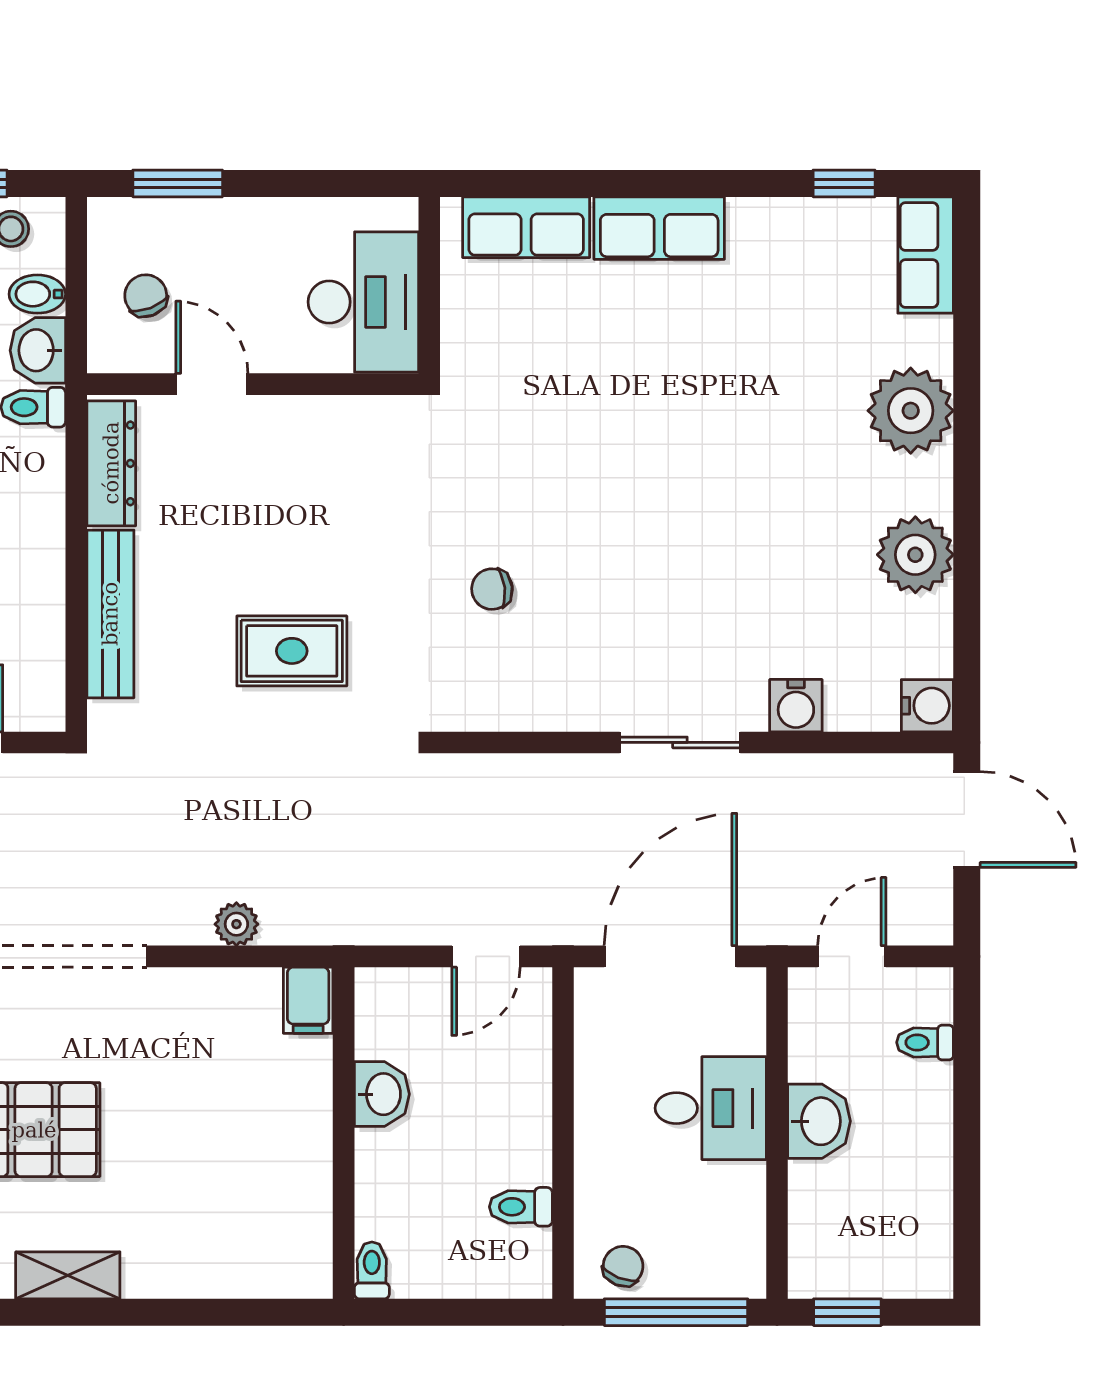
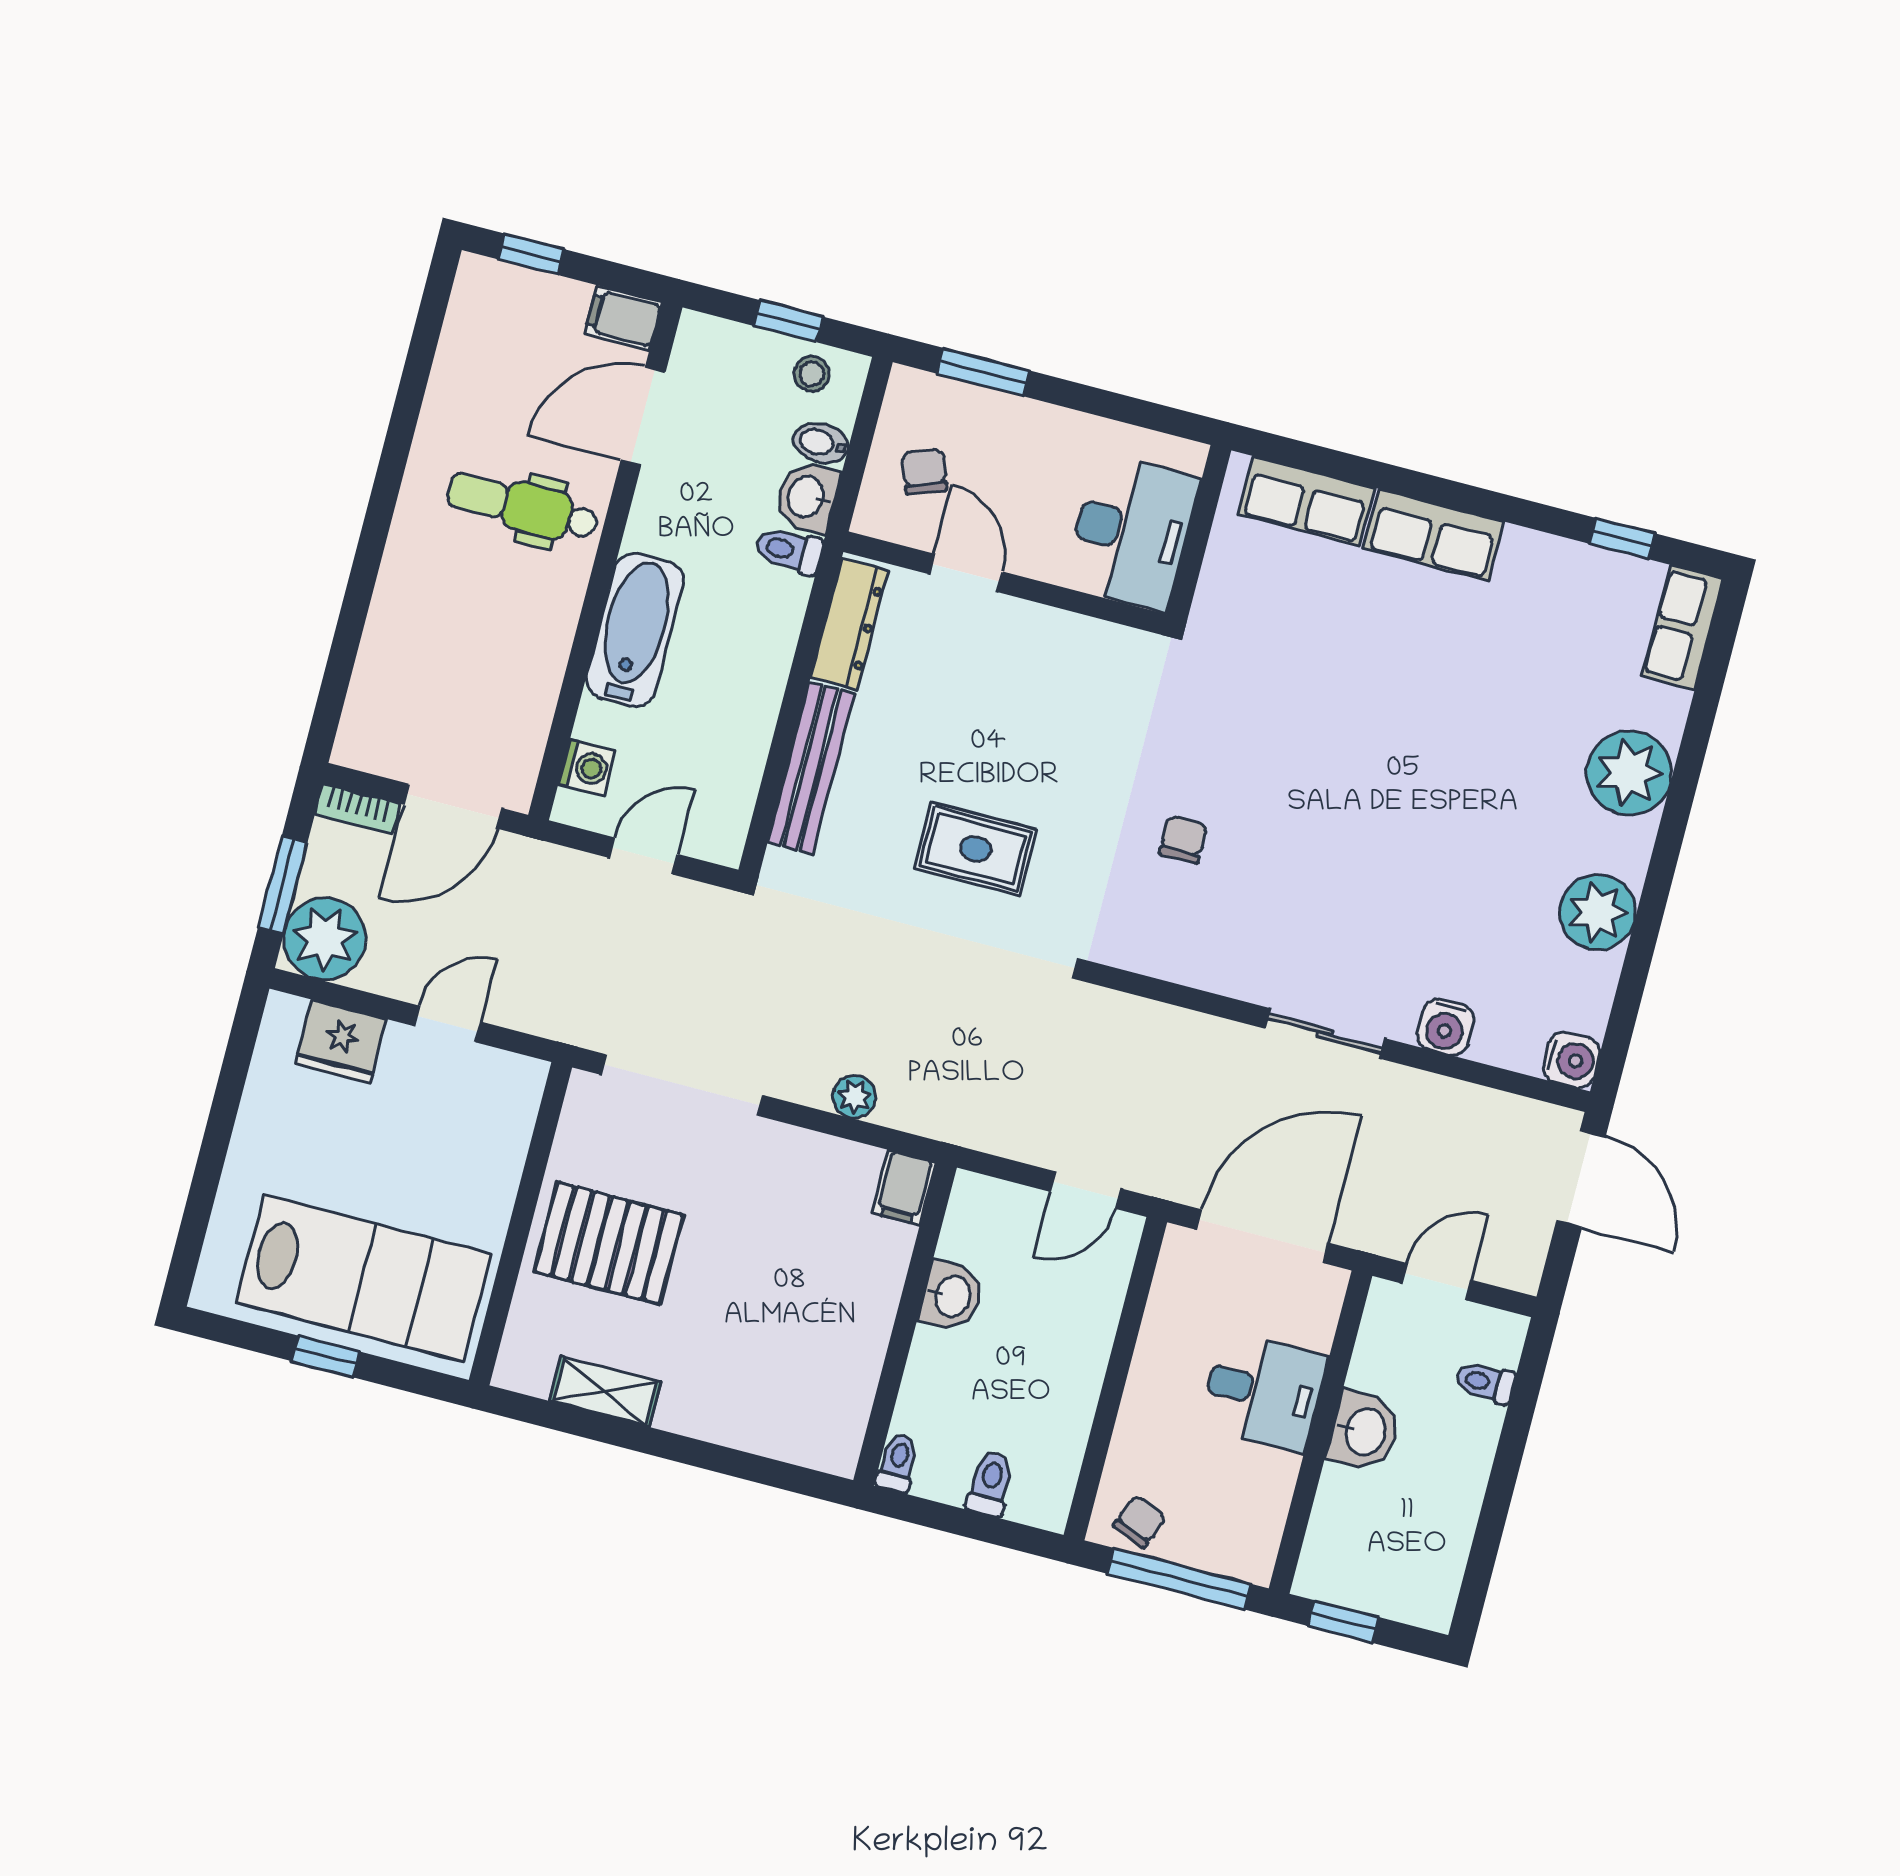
chair: (492, 589) -> (1183, 839), turned 97
toilet: (521, 1207) -> (990, 1484), moved, turned 90

